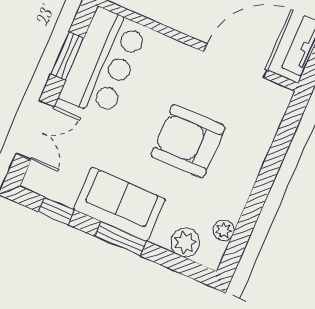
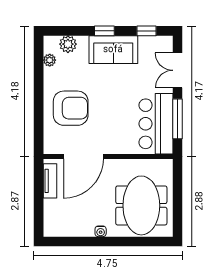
window: (67, 56) -> (177, 119), width x1.44
armchair: (188, 141) -> (71, 108), moved
window: (121, 239) -> (104, 31), width x0.67

